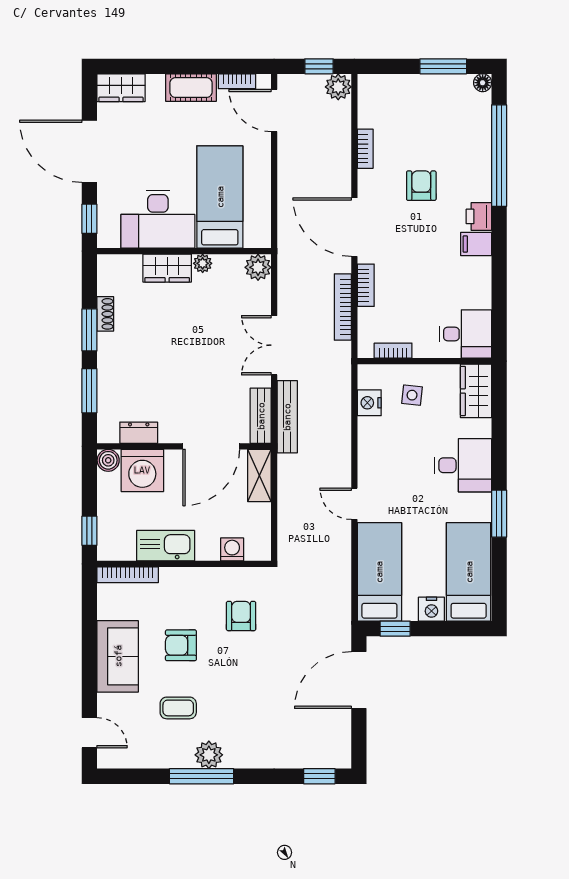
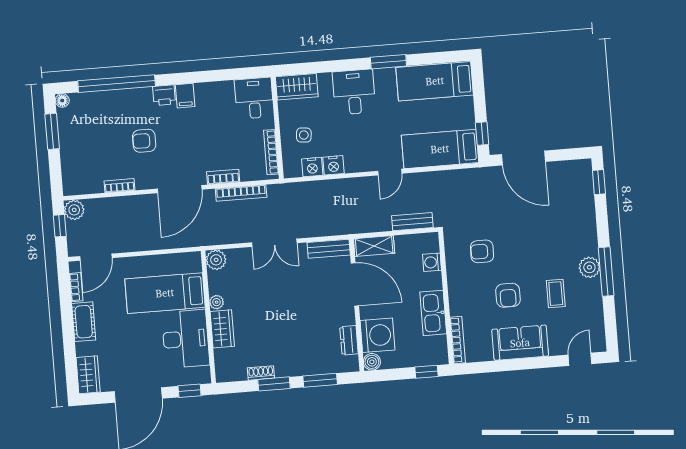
bookcase: (393, 351) -> (271, 152), width x1.56
bench: (287, 417) -> (412, 222), moved, width x0.73
nightstand: (431, 609) -> (333, 165), moved, turned 90

